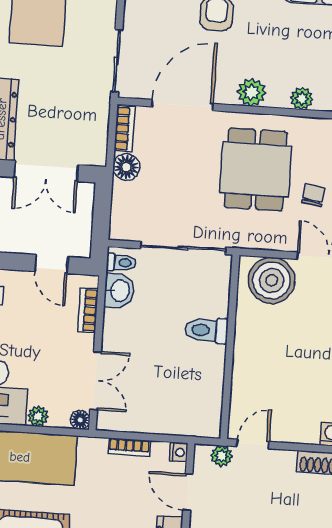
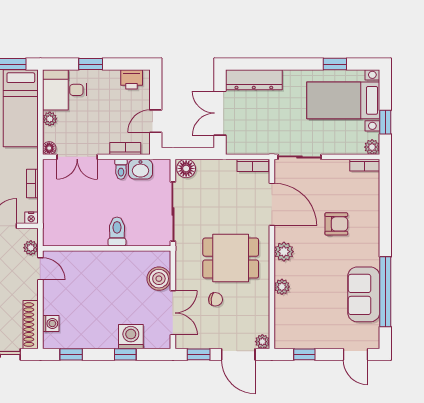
floor lamp: (126, 167) -> (186, 168), moved
toilet: (121, 263) -> (121, 169), moved
boiler: (272, 280) -> (159, 279), width x0.73, depth x0.73

